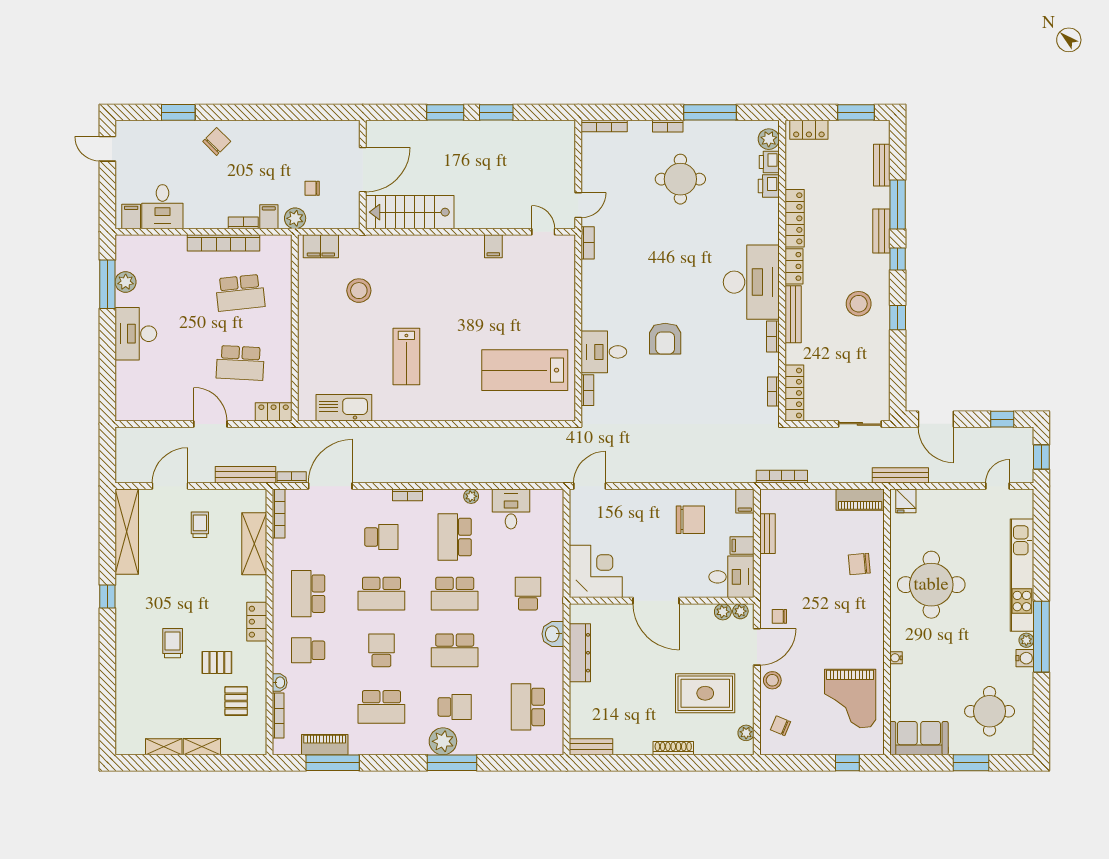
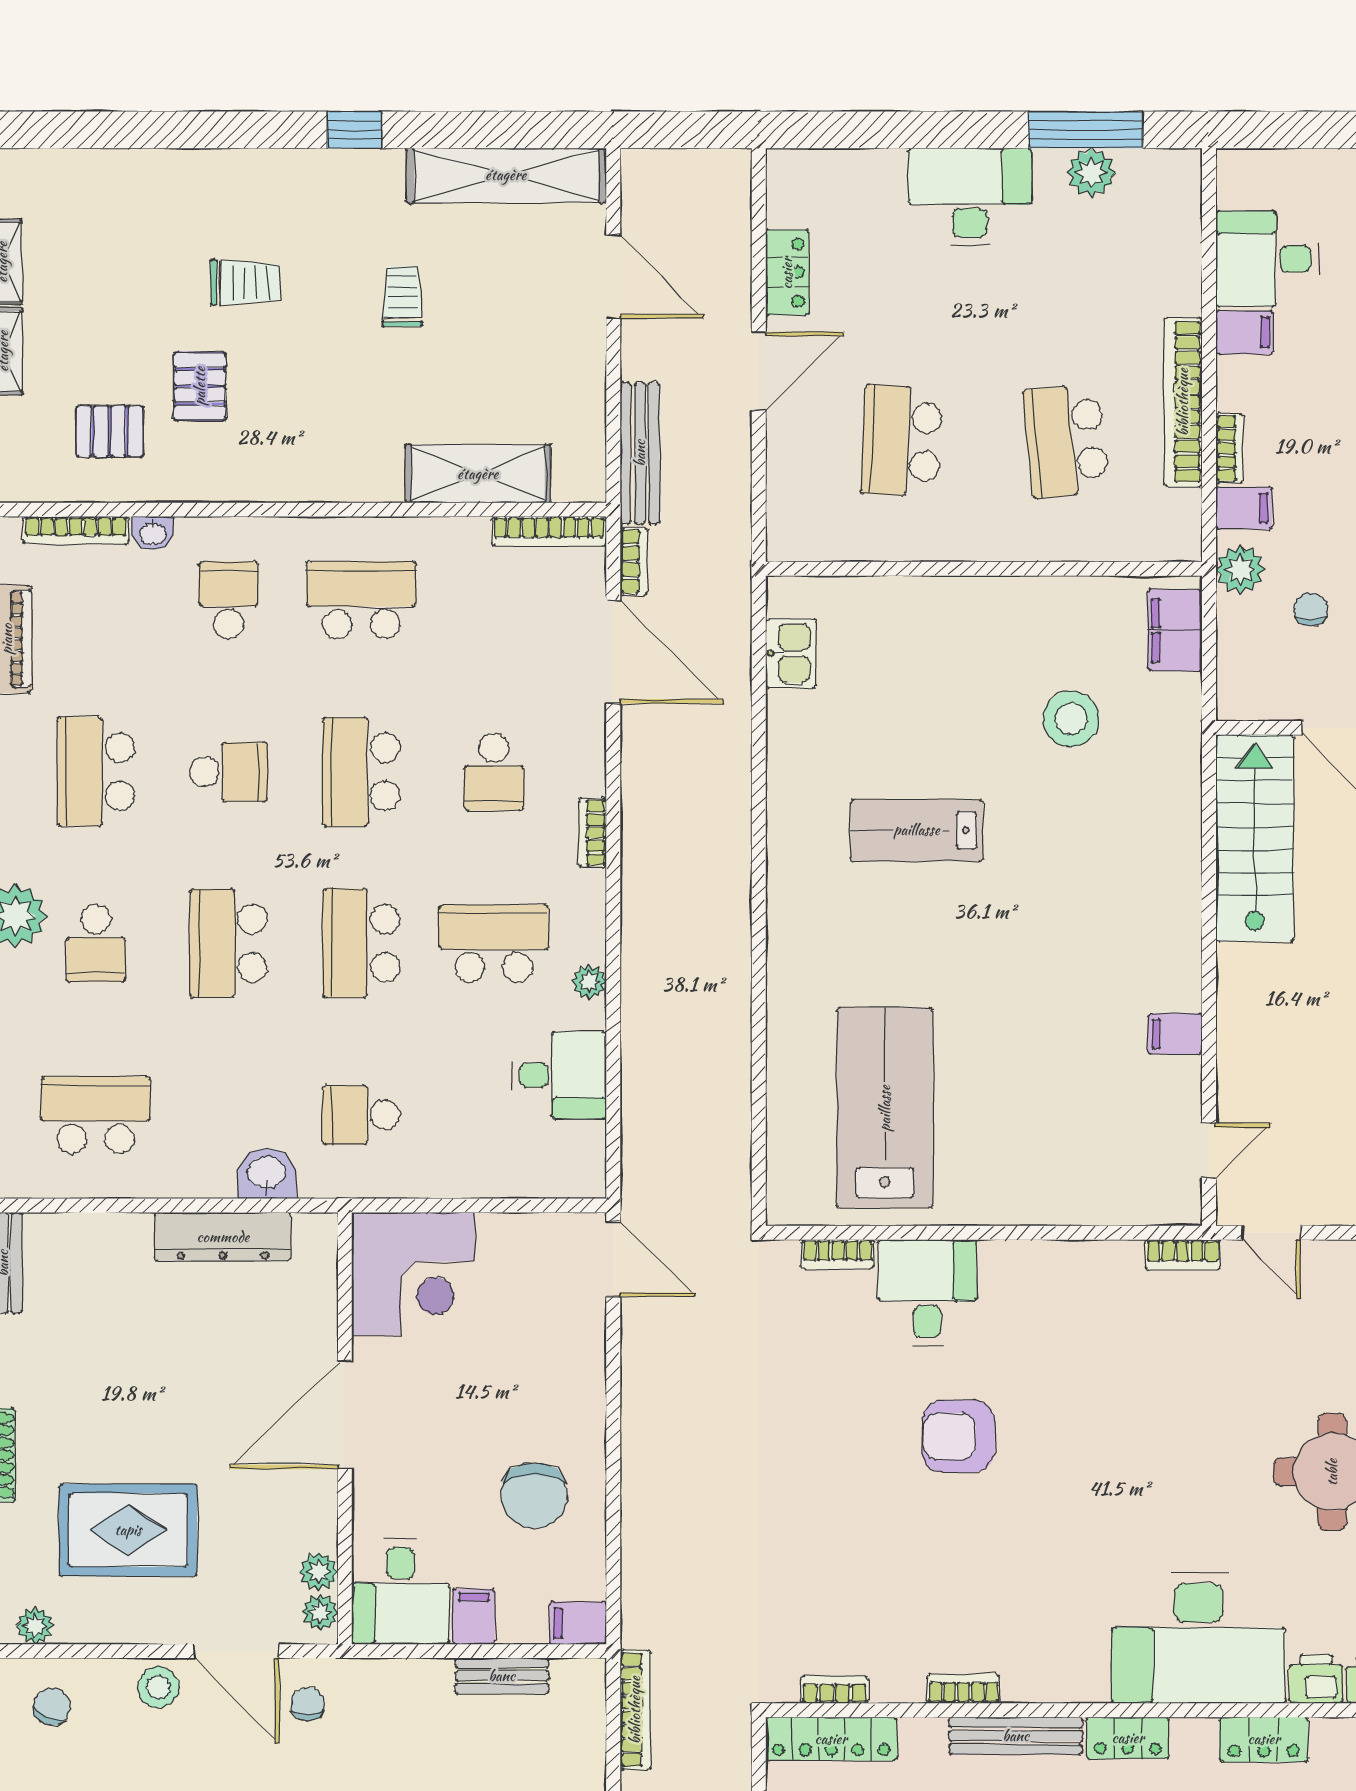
filing cabinet: (131, 216) -> (1245, 332), moved
locker: (795, 218) -> (1264, 1739), width x0.66
desk: (751, 282) -> (1199, 1638), moved
kitchen sink: (344, 408) -> (791, 653), width x0.53, depth x0.81
locker: (274, 412) -> (787, 273), moved
trolley: (200, 525) -> (402, 296), moved, turned -90
school desk: (528, 594) -> (361, 1115), turned 180
locker: (257, 622) -> (295, 480), removed
rug: (705, 693) -> (128, 1530), turned 90

